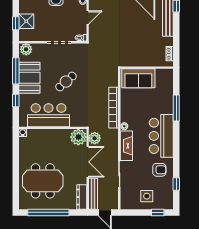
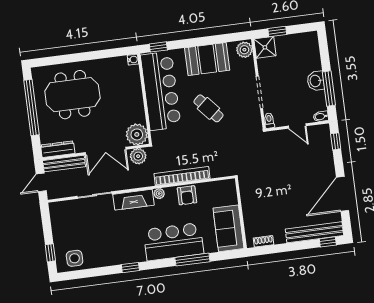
shower: (26, 21) -> (265, 47), moved
window: (16, 71) -> (214, 40), removed
sofa: (138, 78) -> (228, 228), moved
window: (16, 101) -> (158, 47), moved
bar counter: (49, 115) -> (161, 91), width x1.36
bar counter: (161, 136) -> (174, 242), moved
armchair: (159, 170) -> (187, 195), moved
meeting table: (43, 181) -> (72, 95), turned 90
window: (176, 184) -> (130, 268), moved
side table: (147, 196) -> (75, 258), moved

